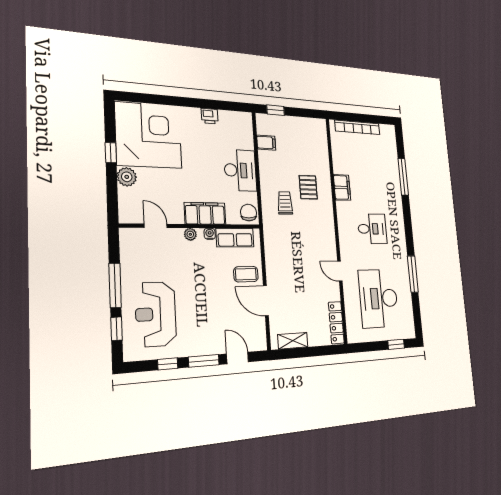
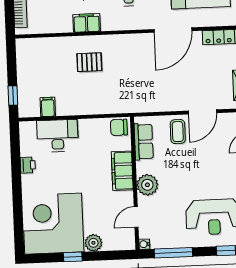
desk: (240, 170) -> (57, 136), moved
trolley: (285, 203) -> (107, 89), removed
plant: (190, 234) -> (147, 185), width x1.88, depth x1.88
water cooler: (210, 234) -> (144, 244), moved
door: (340, 271) -> (173, 30), width x1.88
window: (115, 285) -> (173, 253), moved

